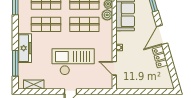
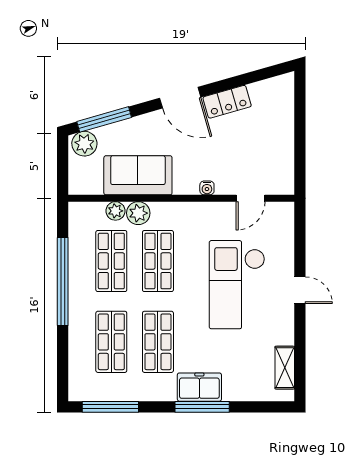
freezer: (25, 48) -> (199, 387), width x0.71
window: (15, 63) -> (202, 407), moved

